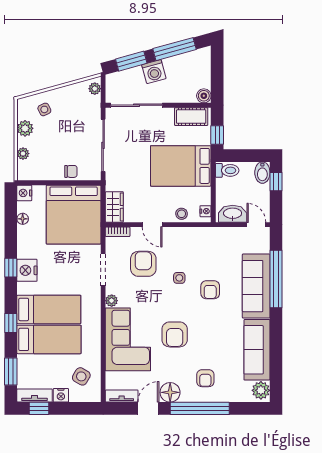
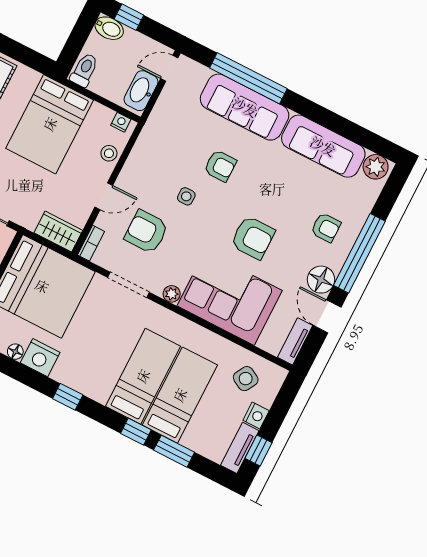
window: (217, 135) -> (35, 60), removed
nightstand: (27, 270) -> (40, 358), moved
window: (11, 372) -> (174, 451), moved

